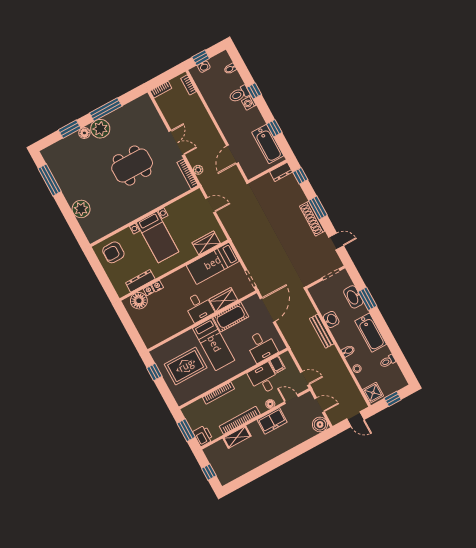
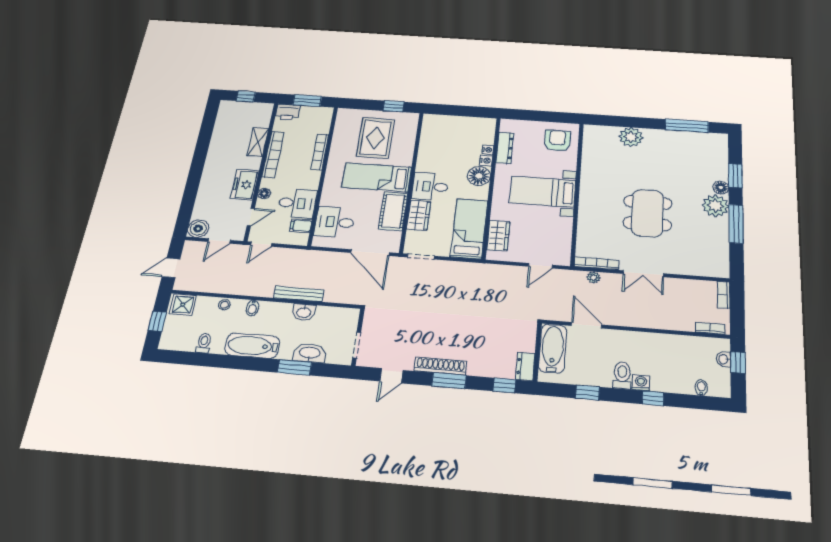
toilet: (239, 94) -> (622, 375), moved
bathtub: (268, 144) -> (553, 349), moved, turned 90
floor lamp: (139, 301) -> (479, 176), moved

